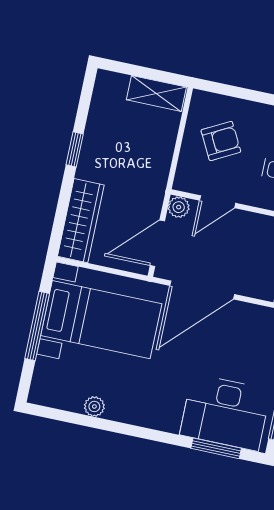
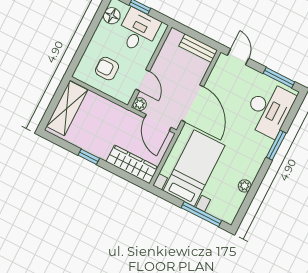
shelving: (156, 93) -> (67, 108), width x1.50, depth x1.33
armchair: (221, 141) -> (107, 69), turned -62
window: (37, 326) -> (201, 214), moved
window: (216, 448) -> (276, 145), moved

